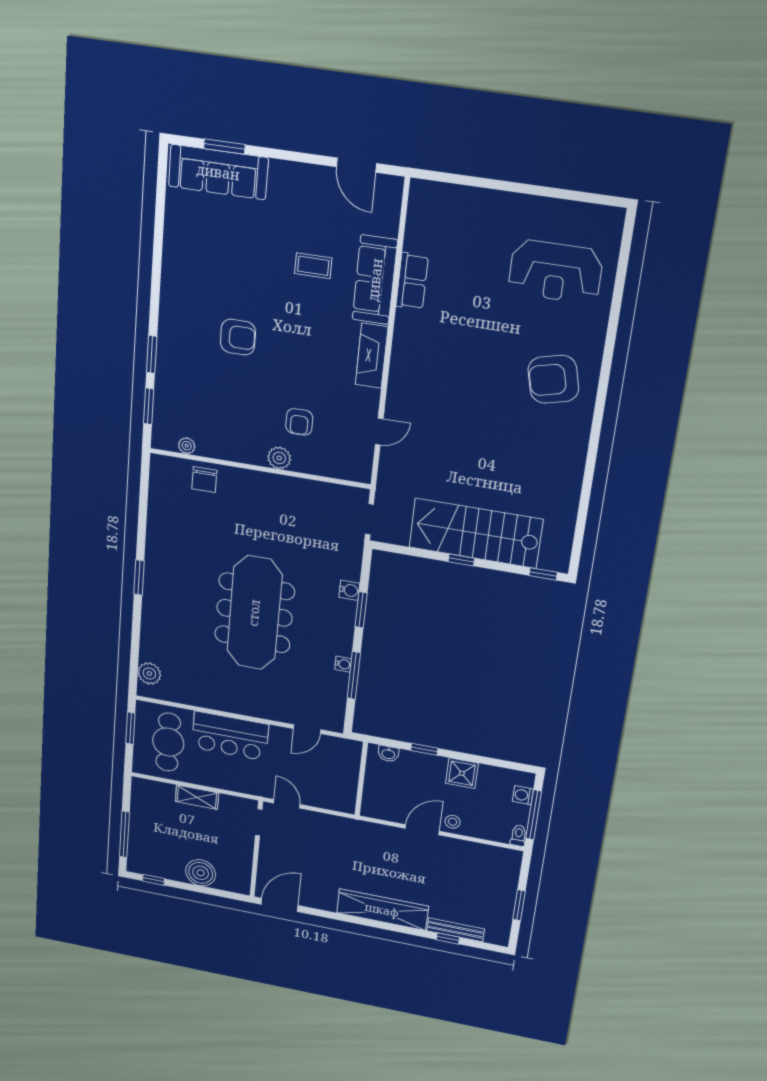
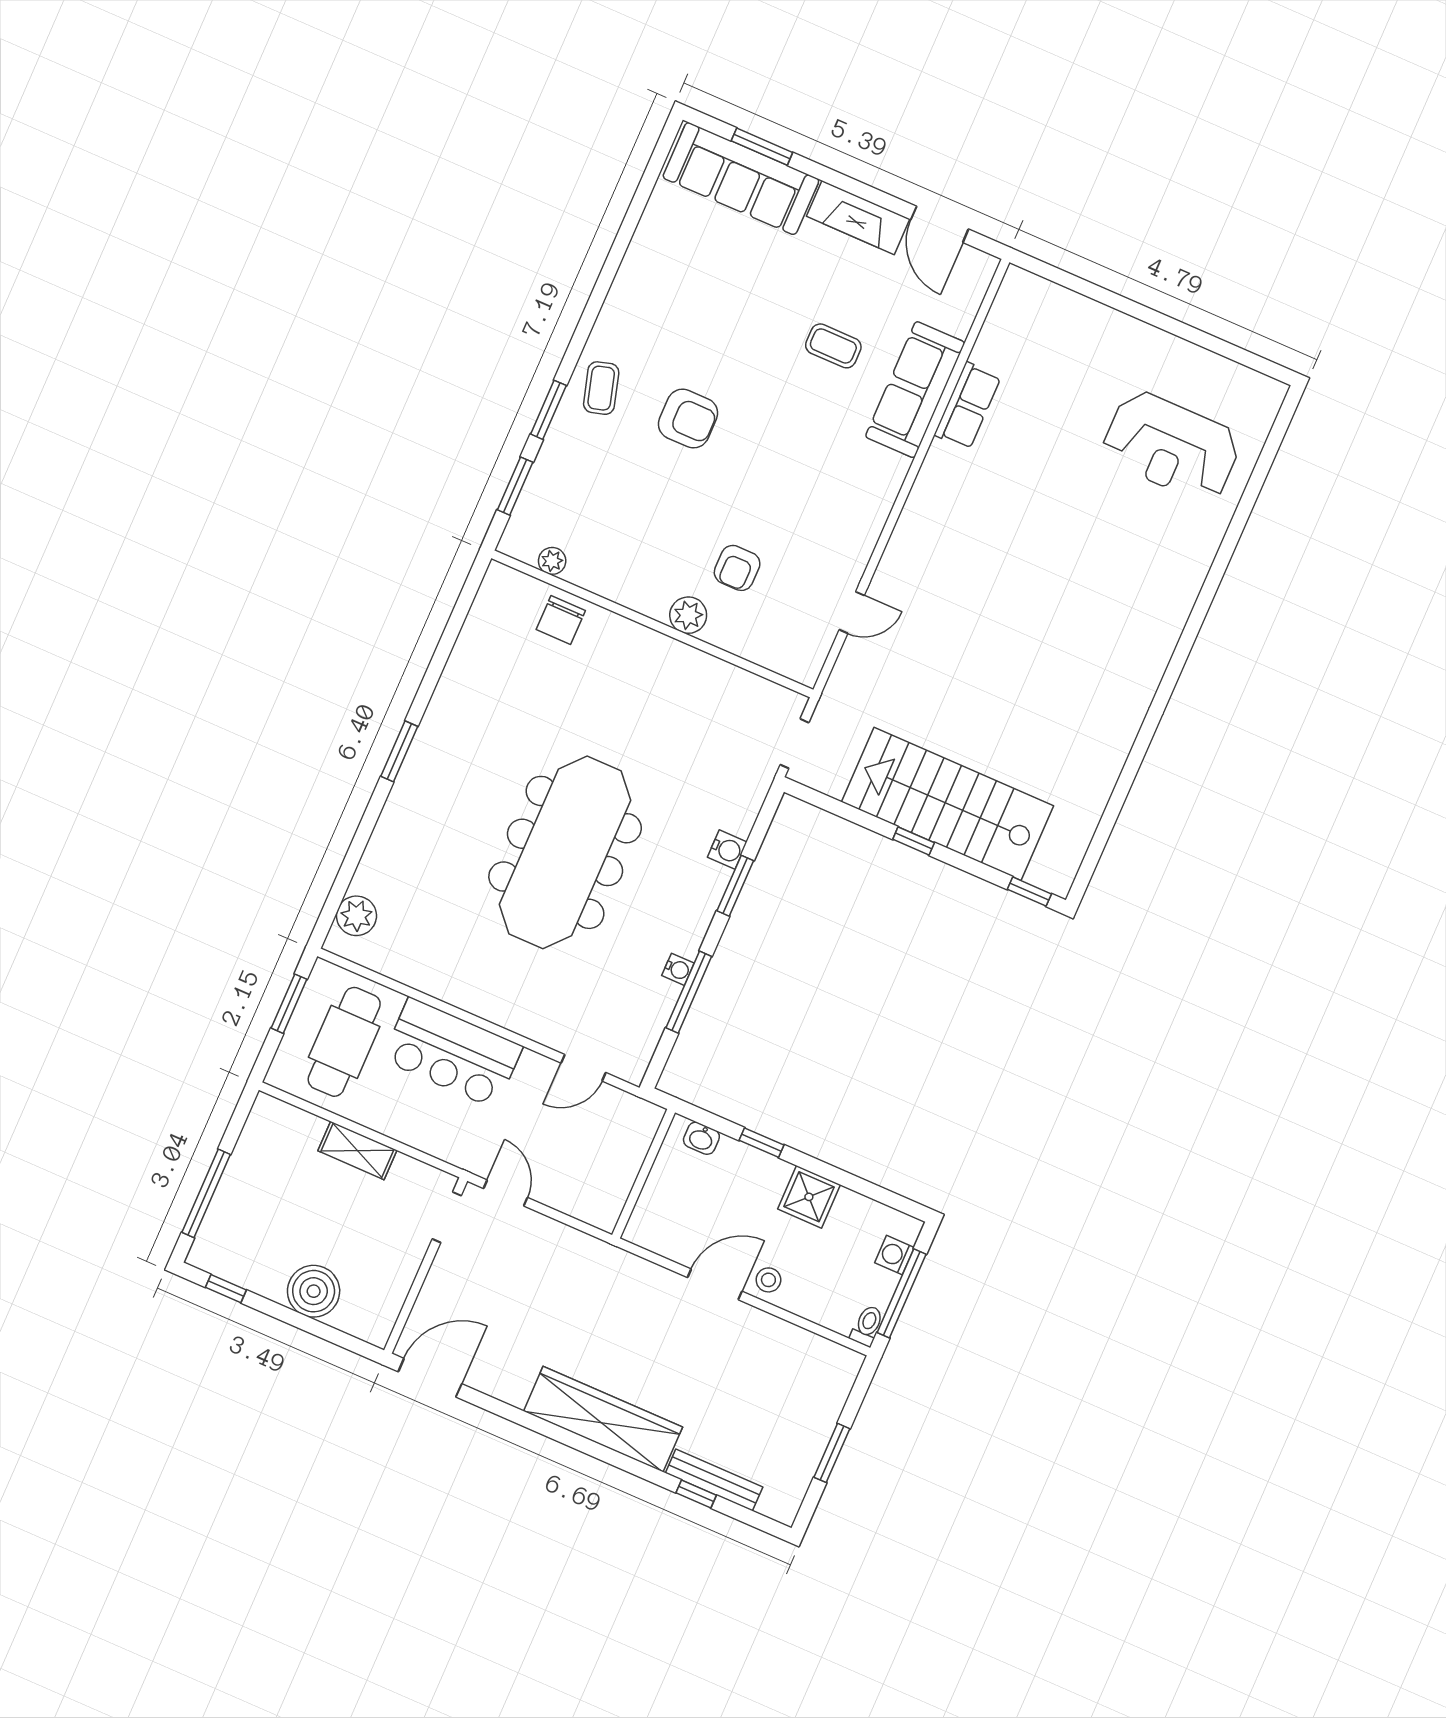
coffee table: (178, 332) -> (601, 388), added
fireplace: (372, 356) -> (858, 218), moved, turned -90
armchair: (553, 379) -> (1126, 599), removed

